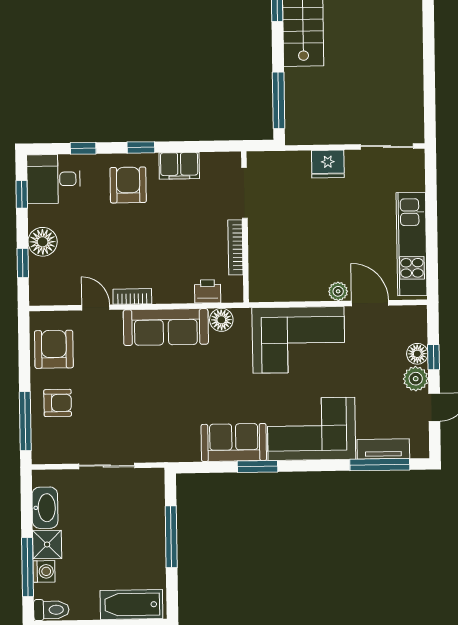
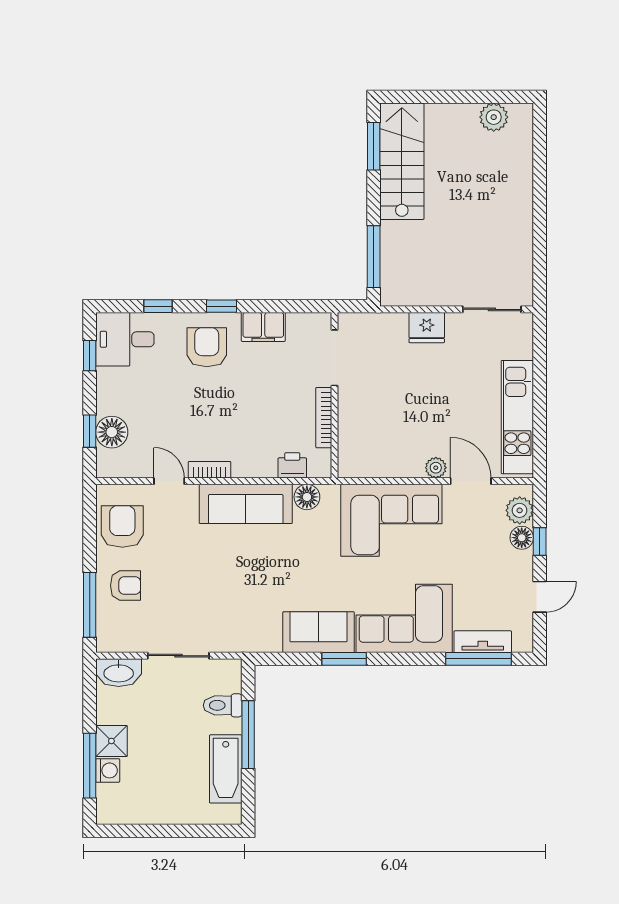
floor lamp: (43, 242) -> (112, 432), moved
plant: (416, 379) -> (520, 510), moved
washbasin: (45, 508) -> (119, 673), moved, turned 90
bathtub: (131, 605) -> (226, 769), moved, turned -90
toilet: (51, 610) -> (223, 705), moved, turned 180

